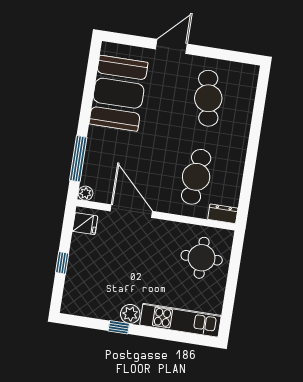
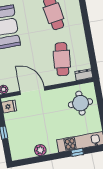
plant: (130, 314) -> (40, 150), moved
window: (119, 327) -> (77, 152), moved

